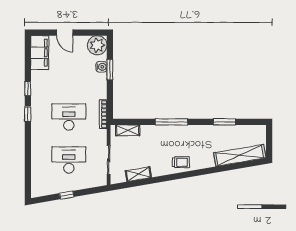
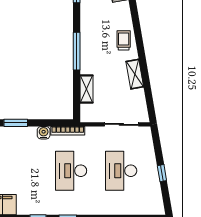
water cooler: (101, 67) -> (44, 133), moved
shelving: (128, 130) -> (87, 89), moved
shelving: (138, 174) -> (135, 74), moved

